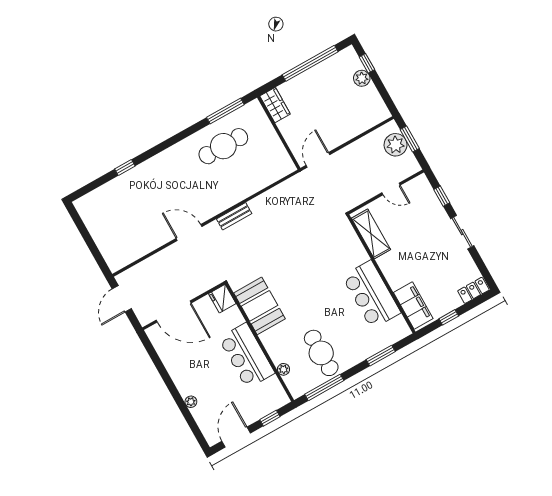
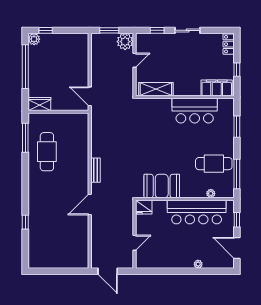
plant: (362, 78) -> (34, 39), moved
plant: (396, 145) -> (125, 42), moved
door: (174, 312) -> (134, 243), width x0.53
bar counter: (247, 356) -> (197, 212), width x1.36

